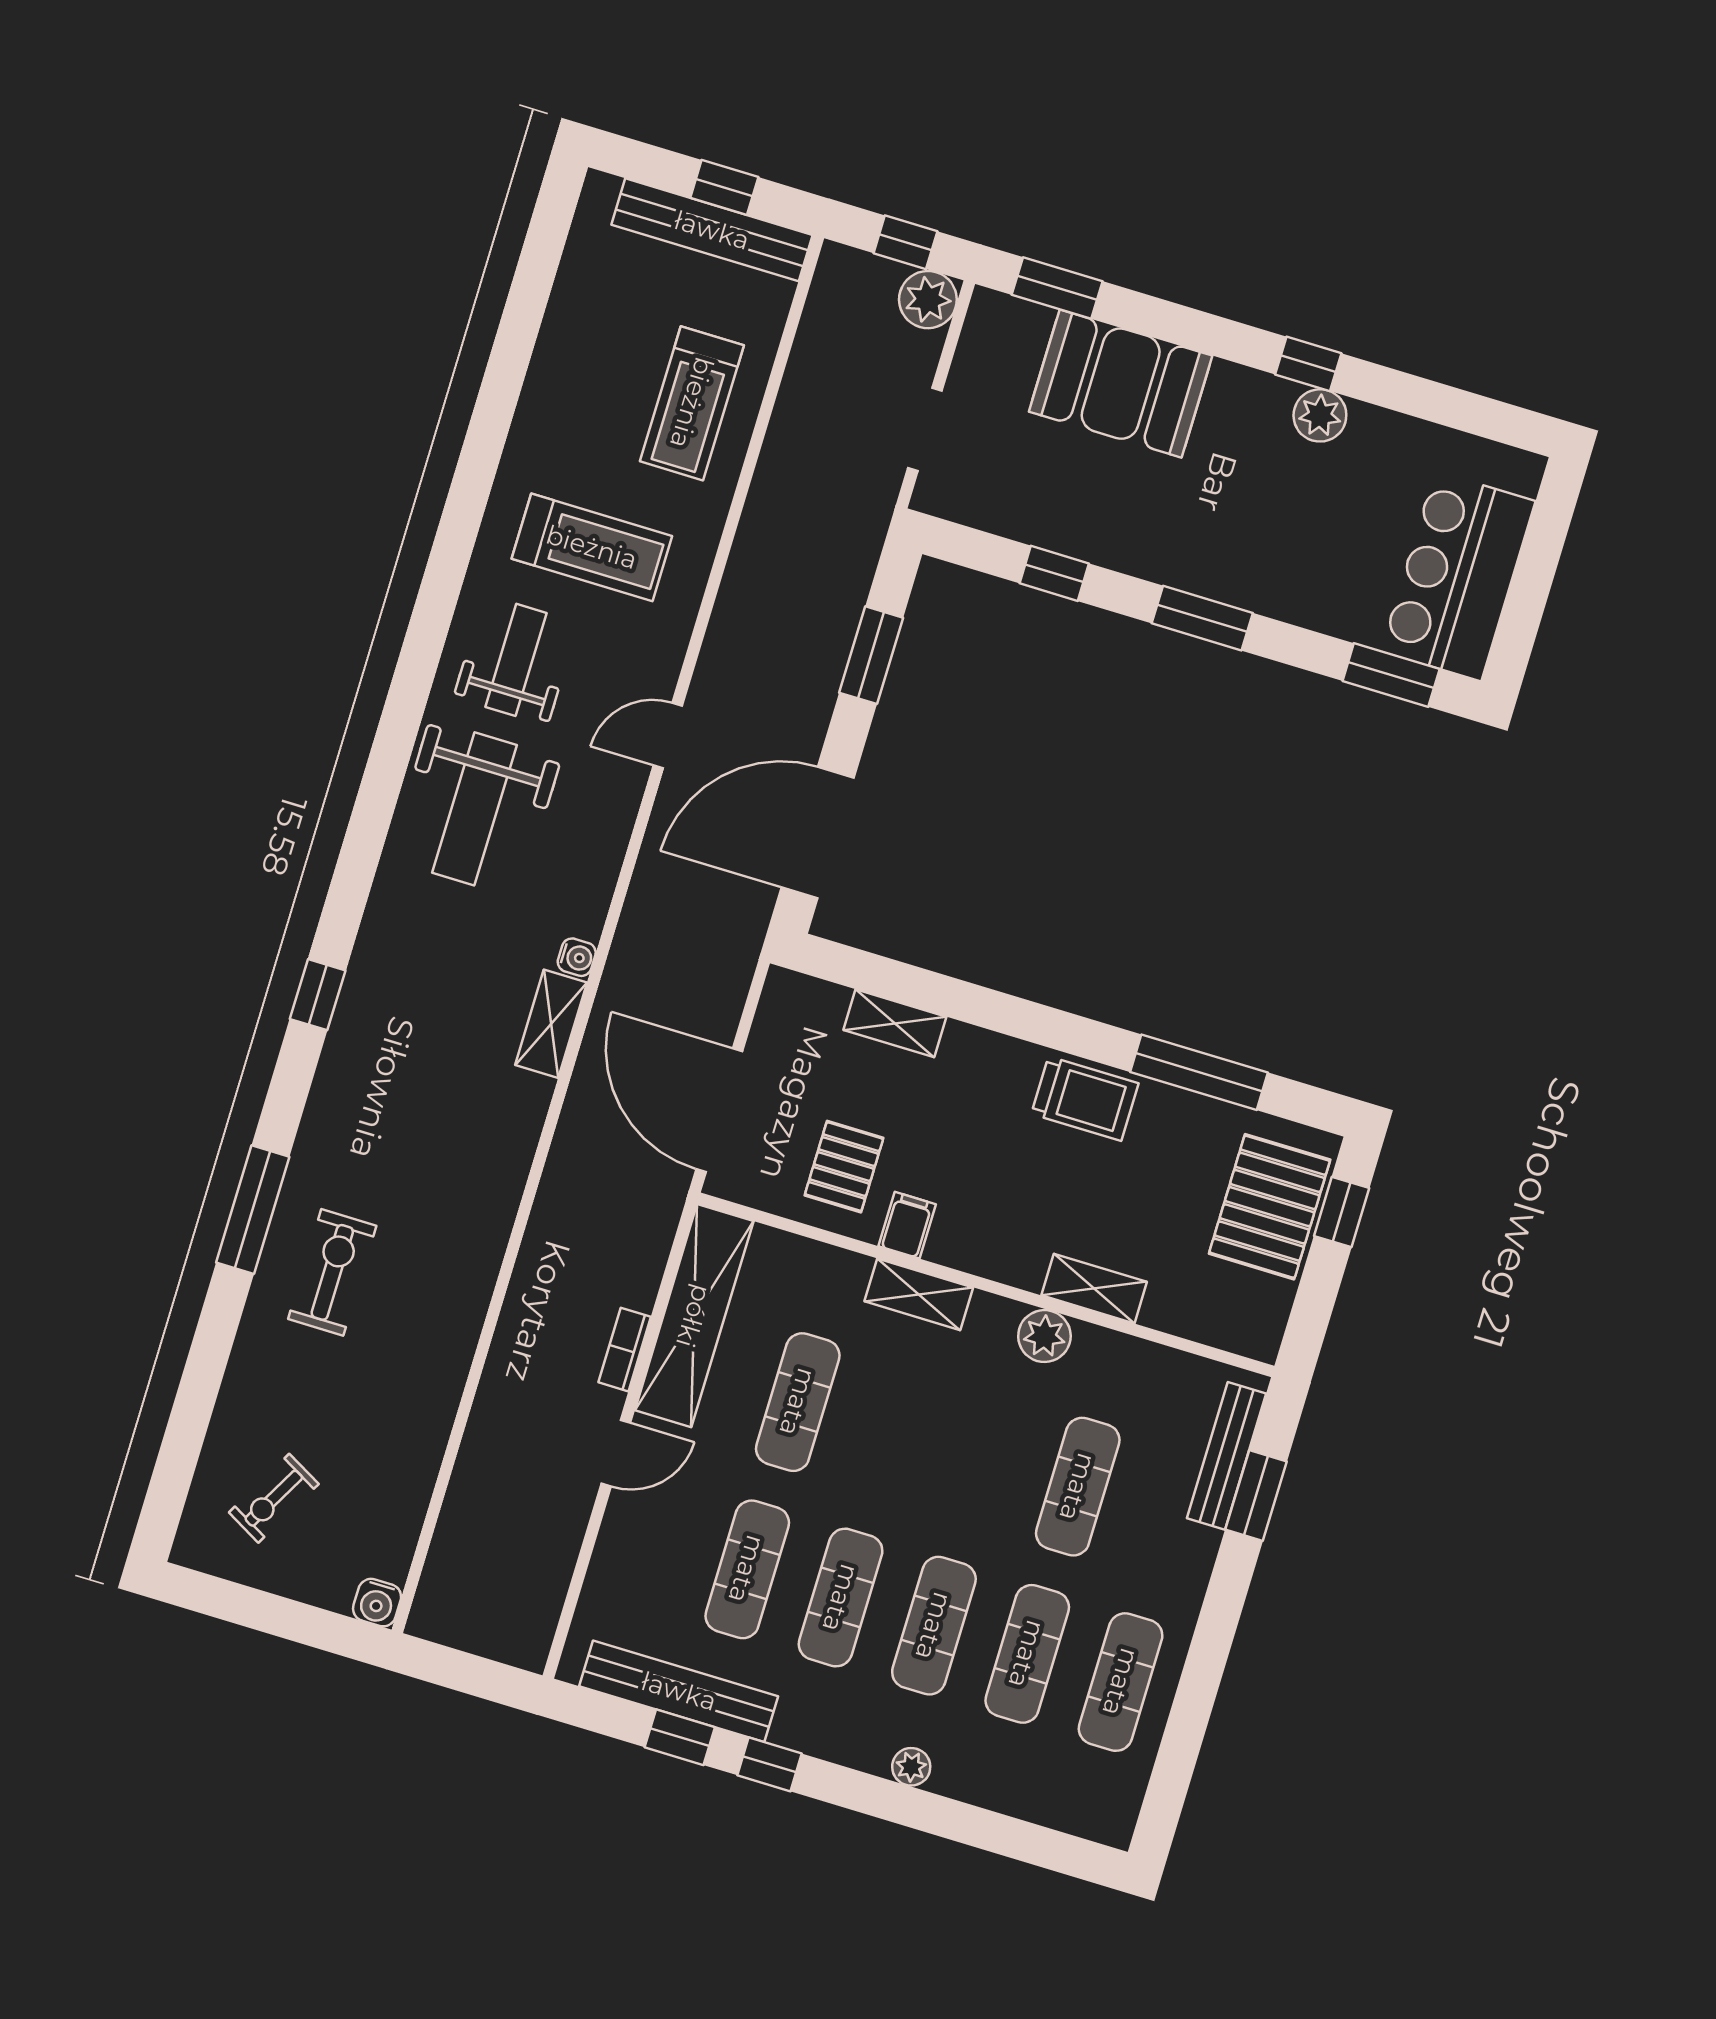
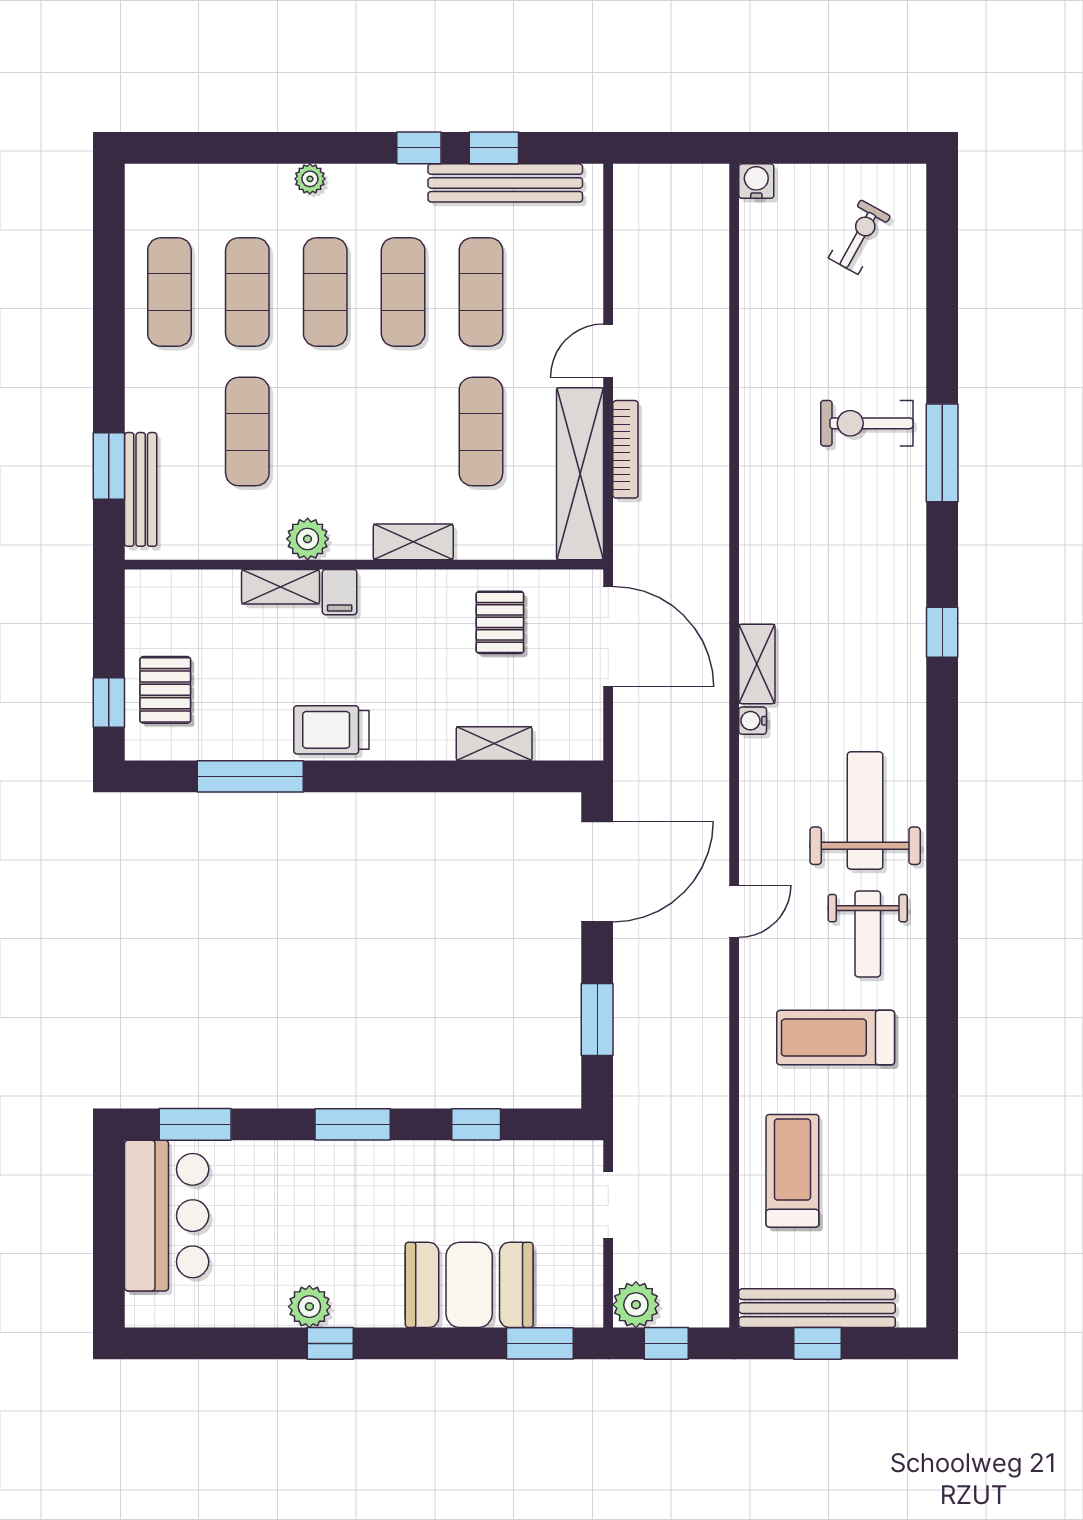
pallet: (1270, 1207) -> (165, 690), width x0.67, depth x0.71
filing cabinet: (907, 1225) -> (340, 592), moved
exercise bike: (332, 1272) -> (867, 423), turned 90
bookcase: (625, 1350) -> (625, 449), width x1.56

